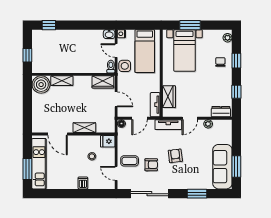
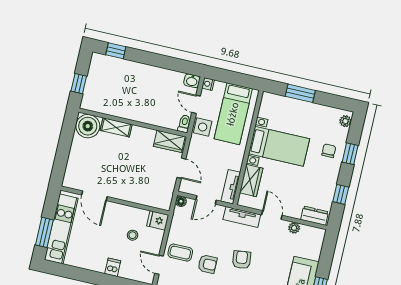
bed with nightstands: (185, 50) -> (279, 146), moved, turned -90
door: (190, 118) -> (272, 215), swing flipped
shelving: (84, 128) -> (131, 195), removed

